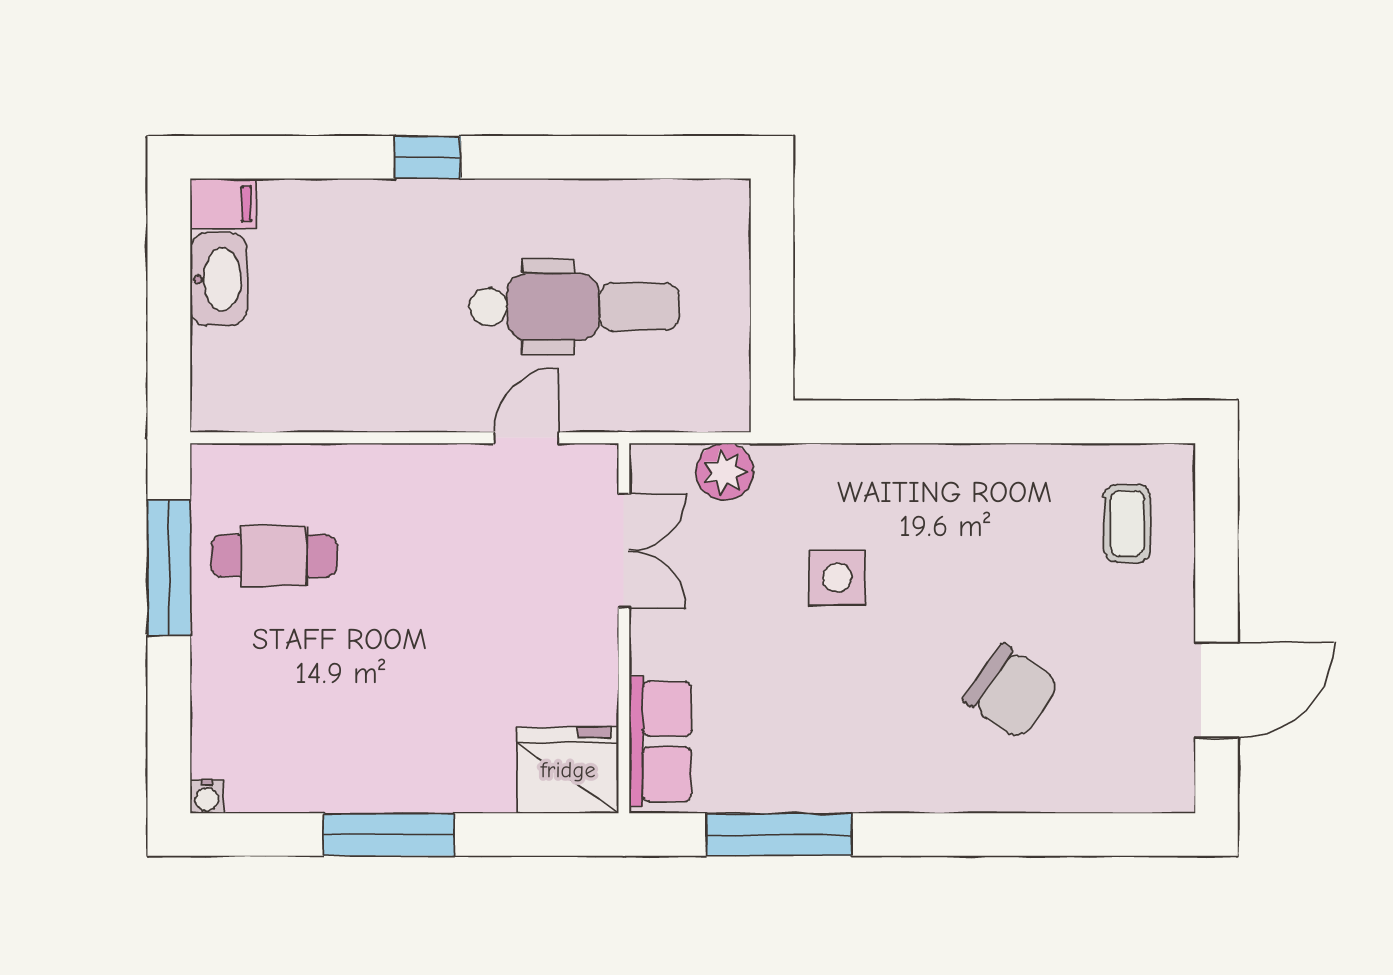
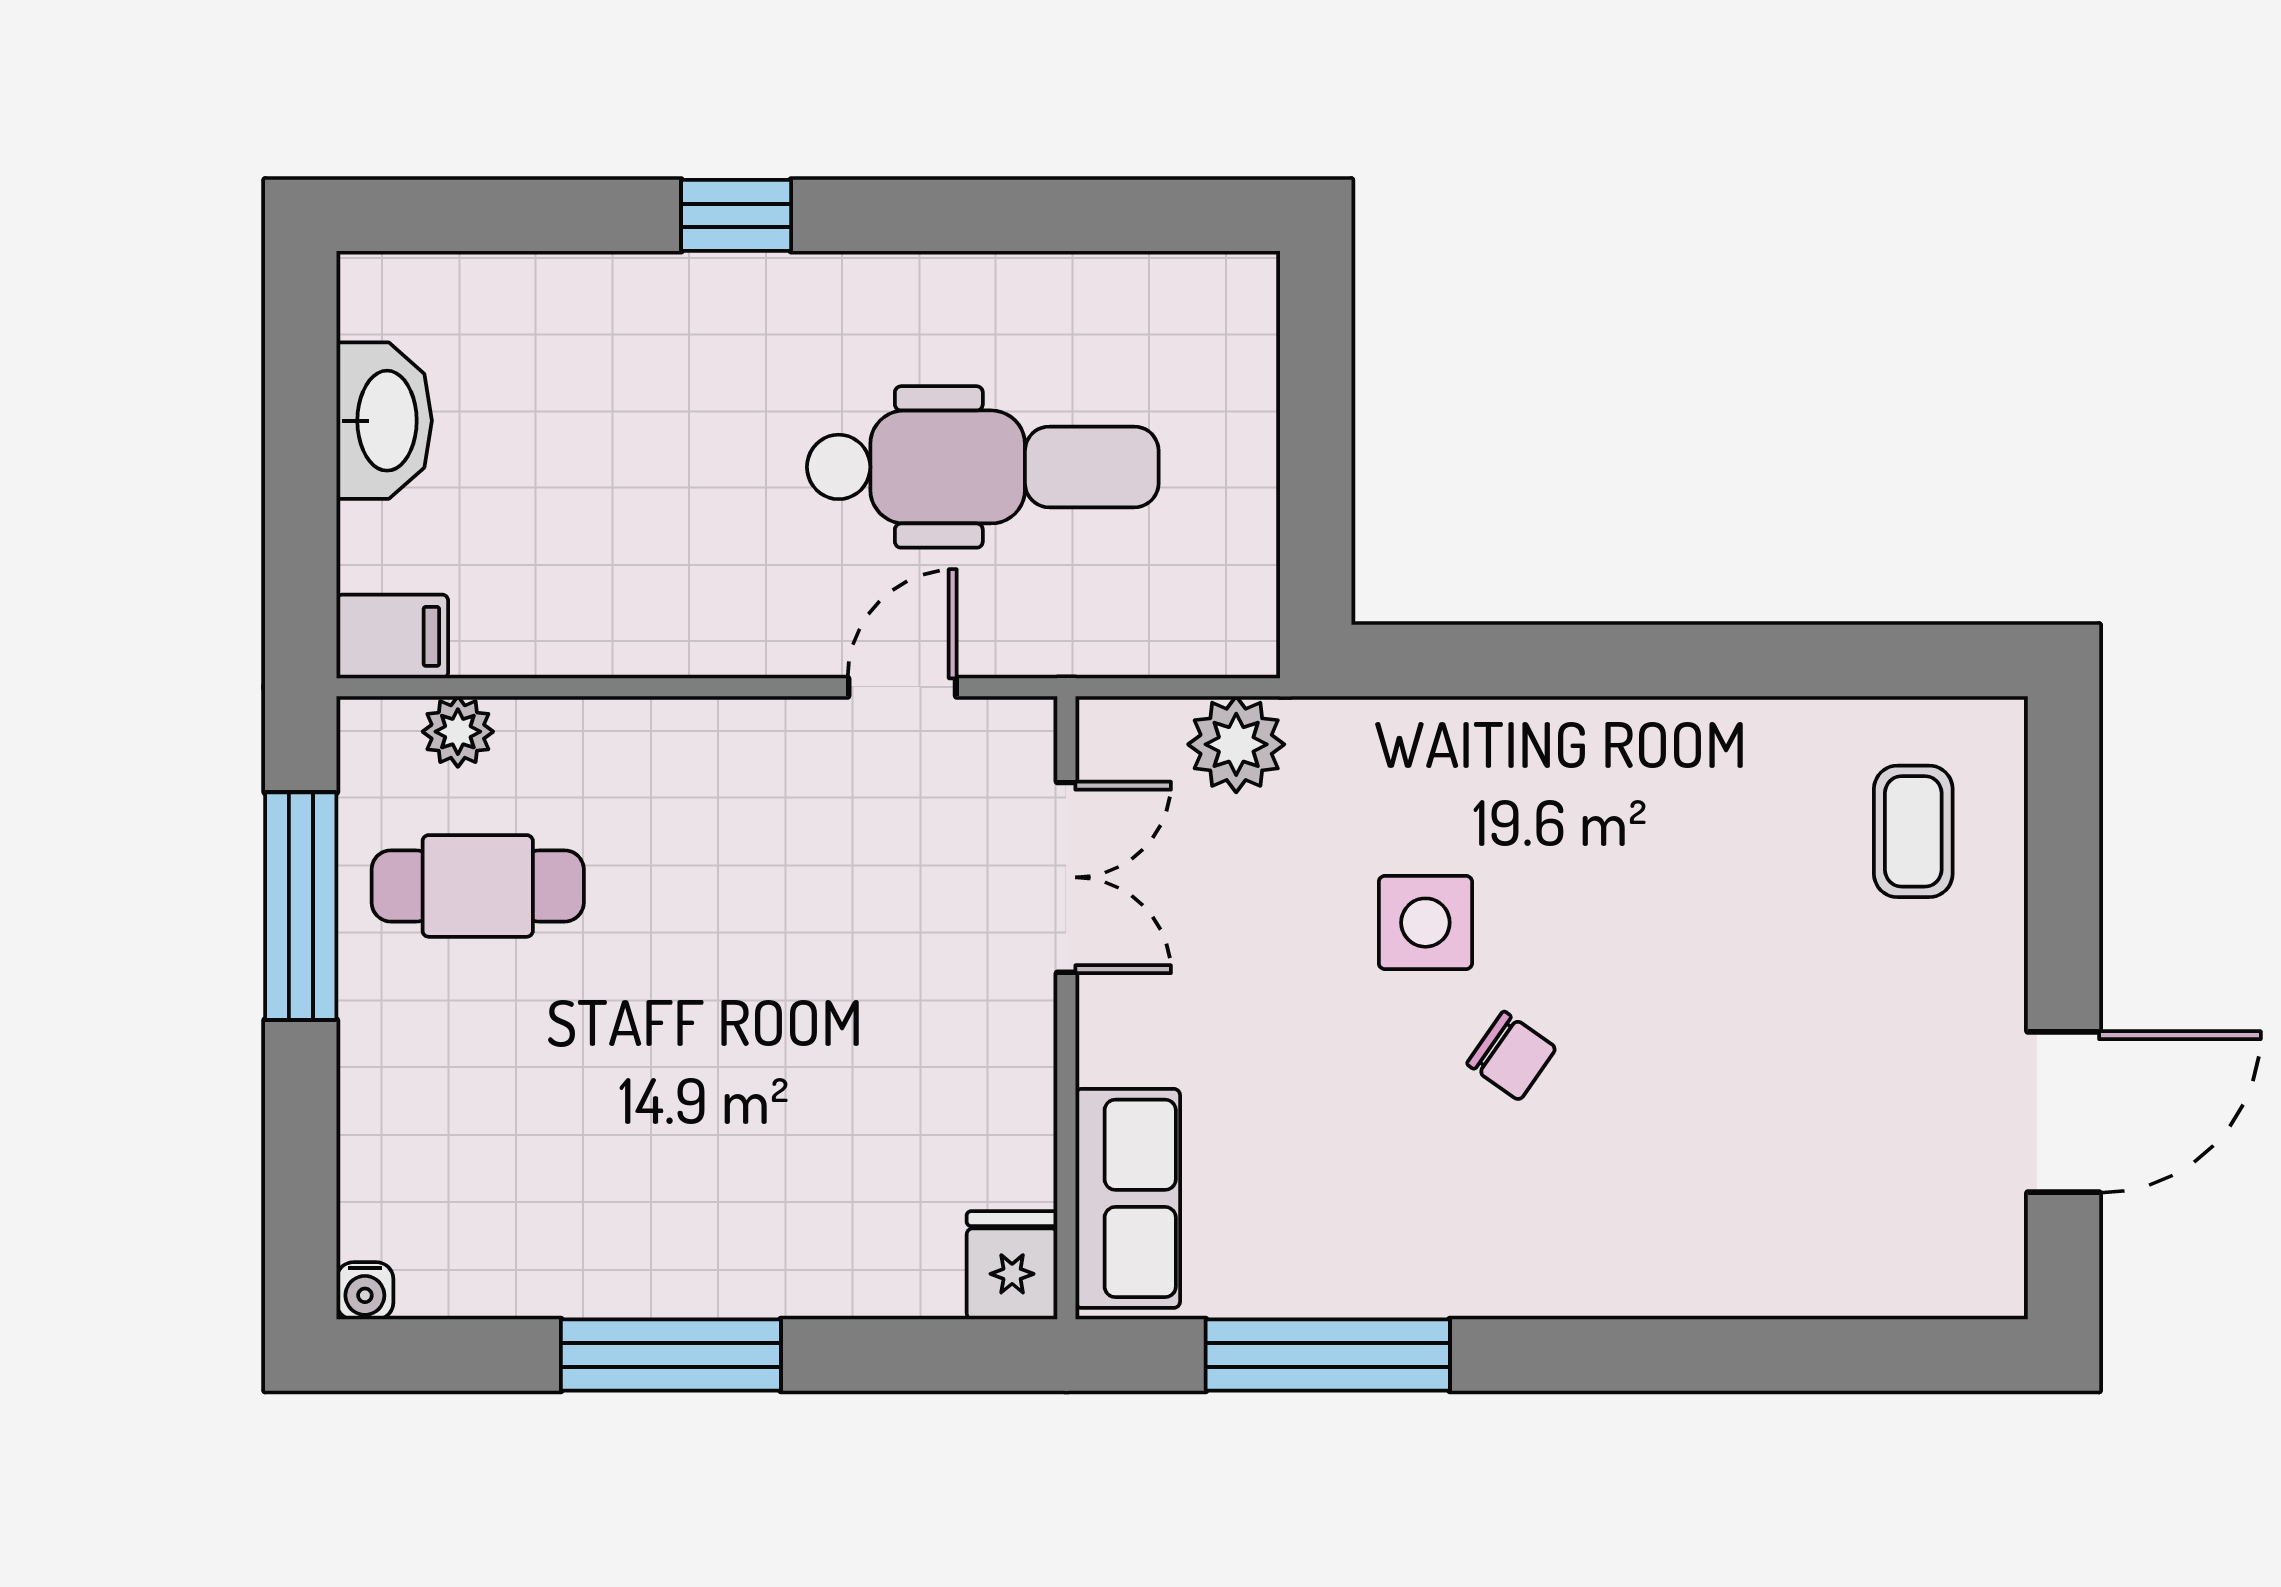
filing cabinet: (223, 204) -> (392, 636), moved
plant: (262, 464) -> (458, 732), added
chair: (1011, 692) -> (1511, 1056), moved, width x0.54, depth x0.54
fridge: (568, 770) -> (1012, 1265), width x0.53, depth x0.75

